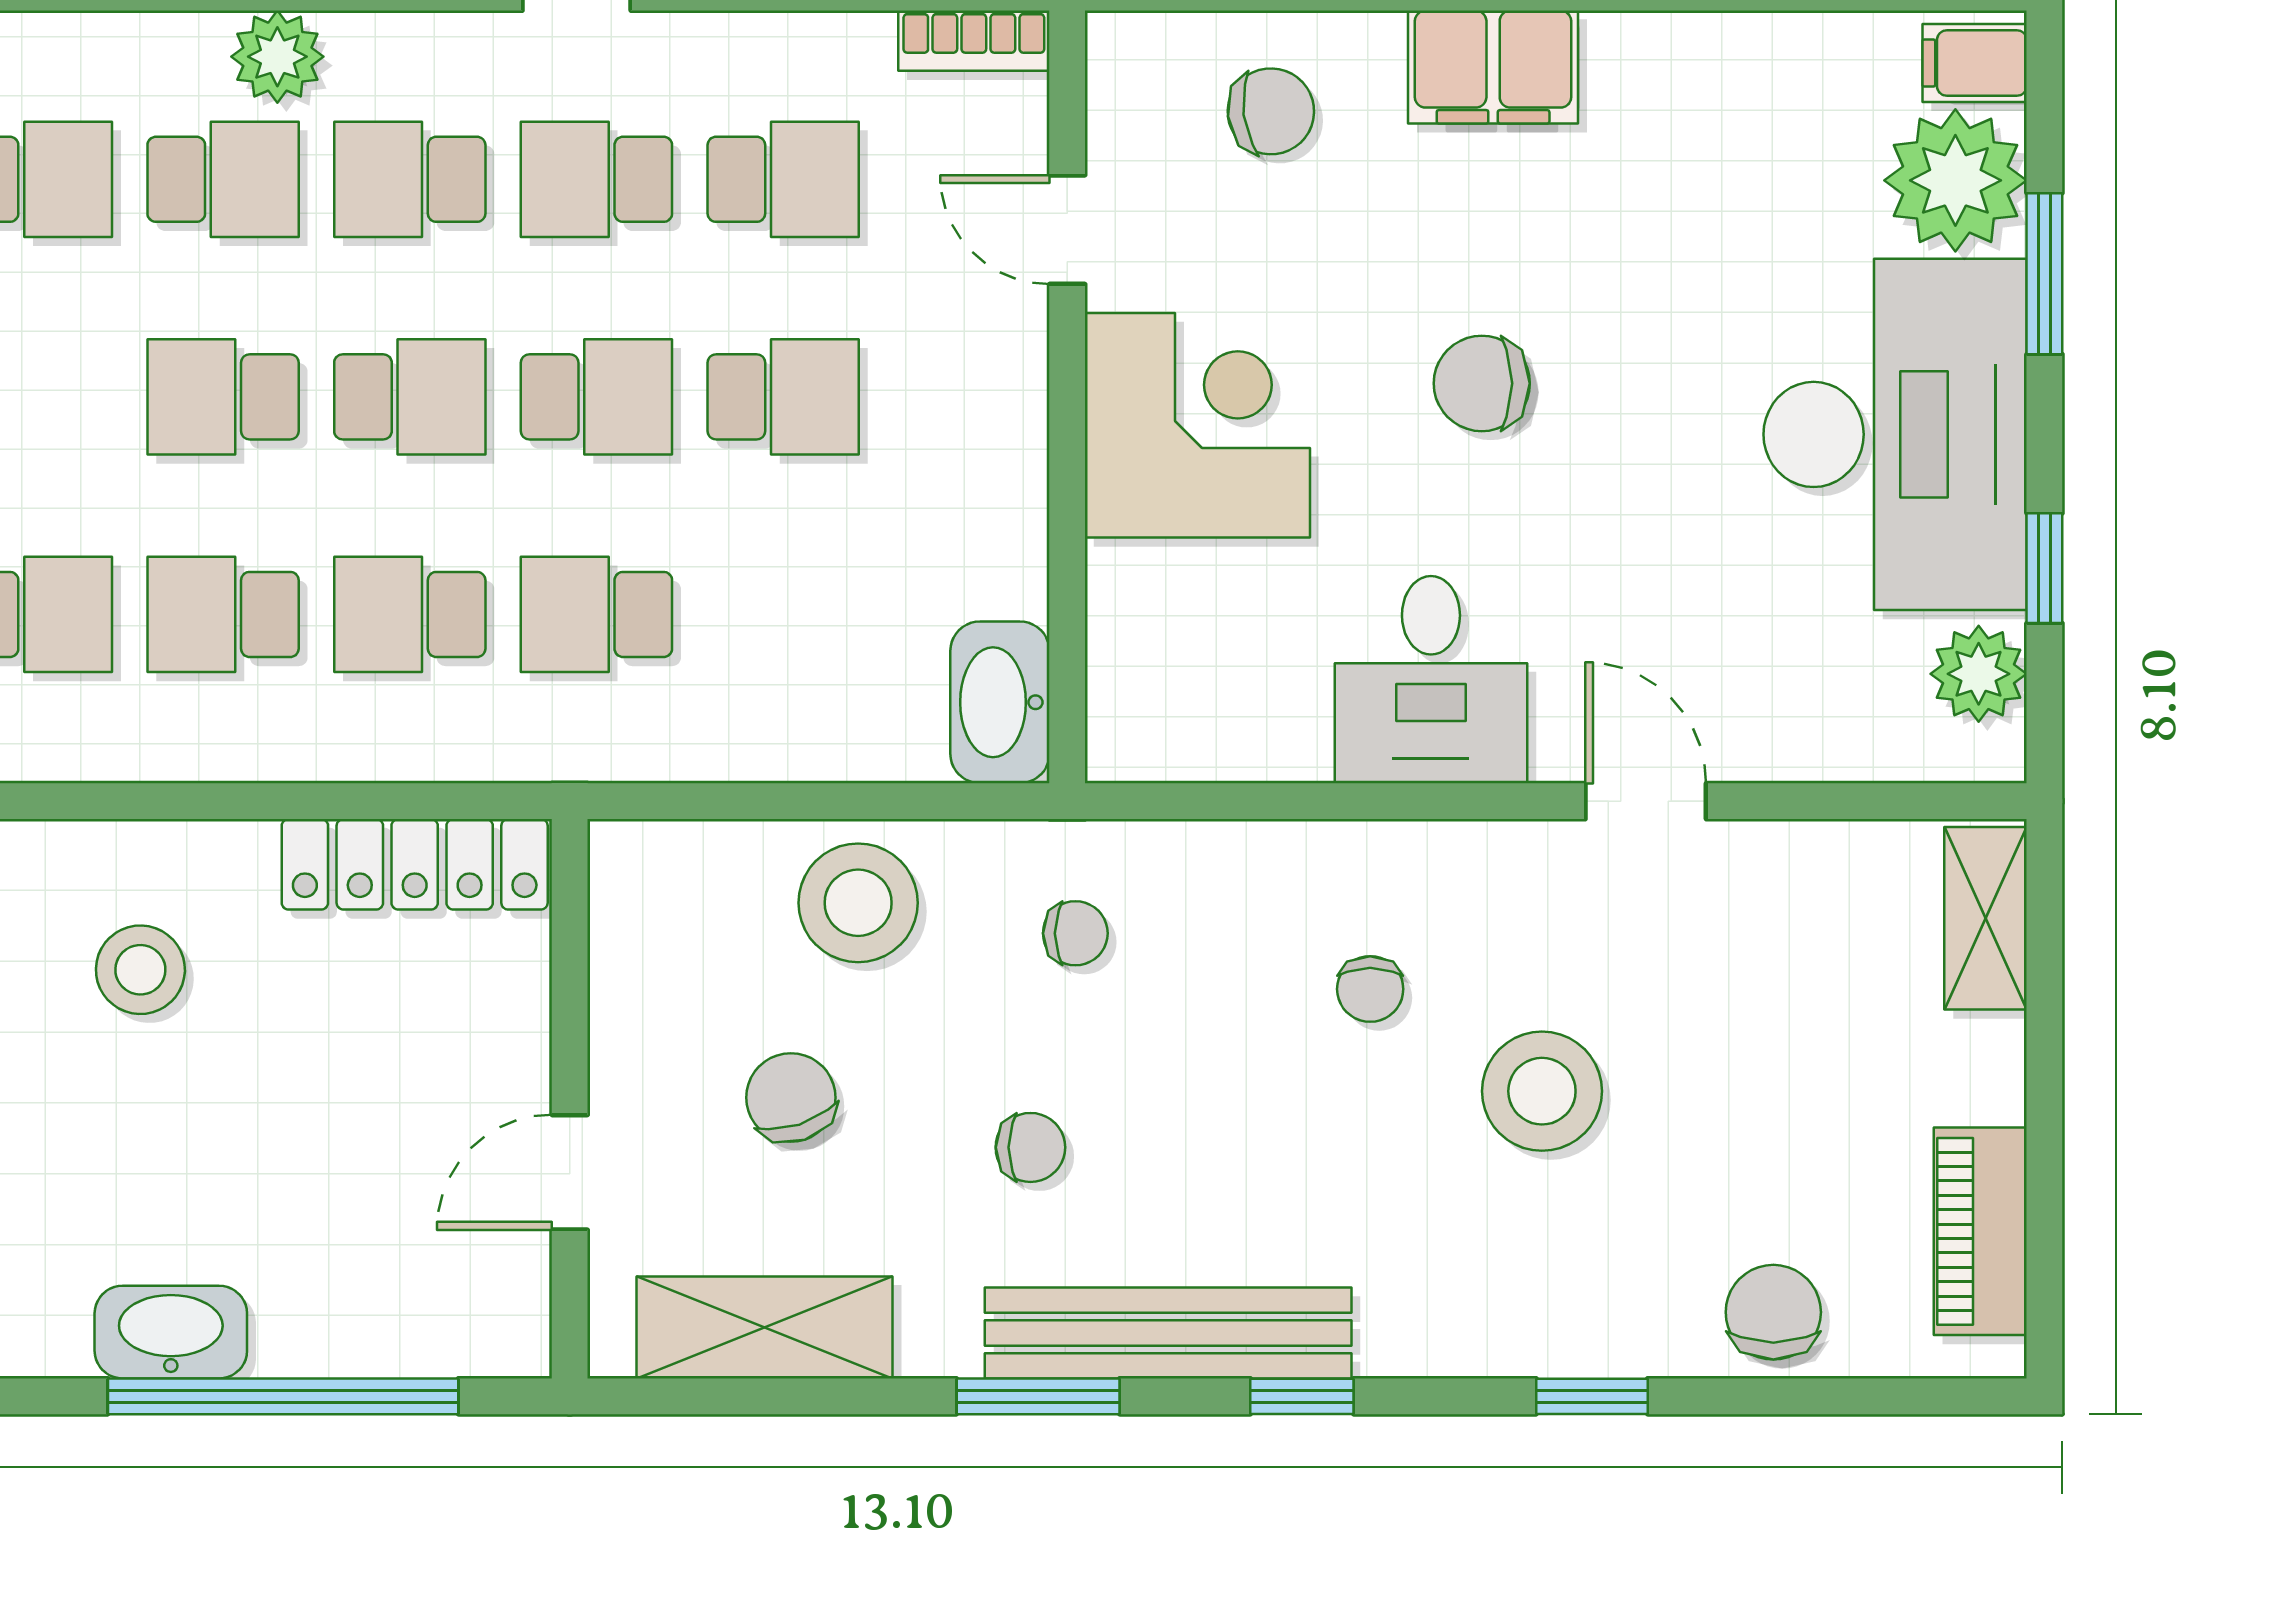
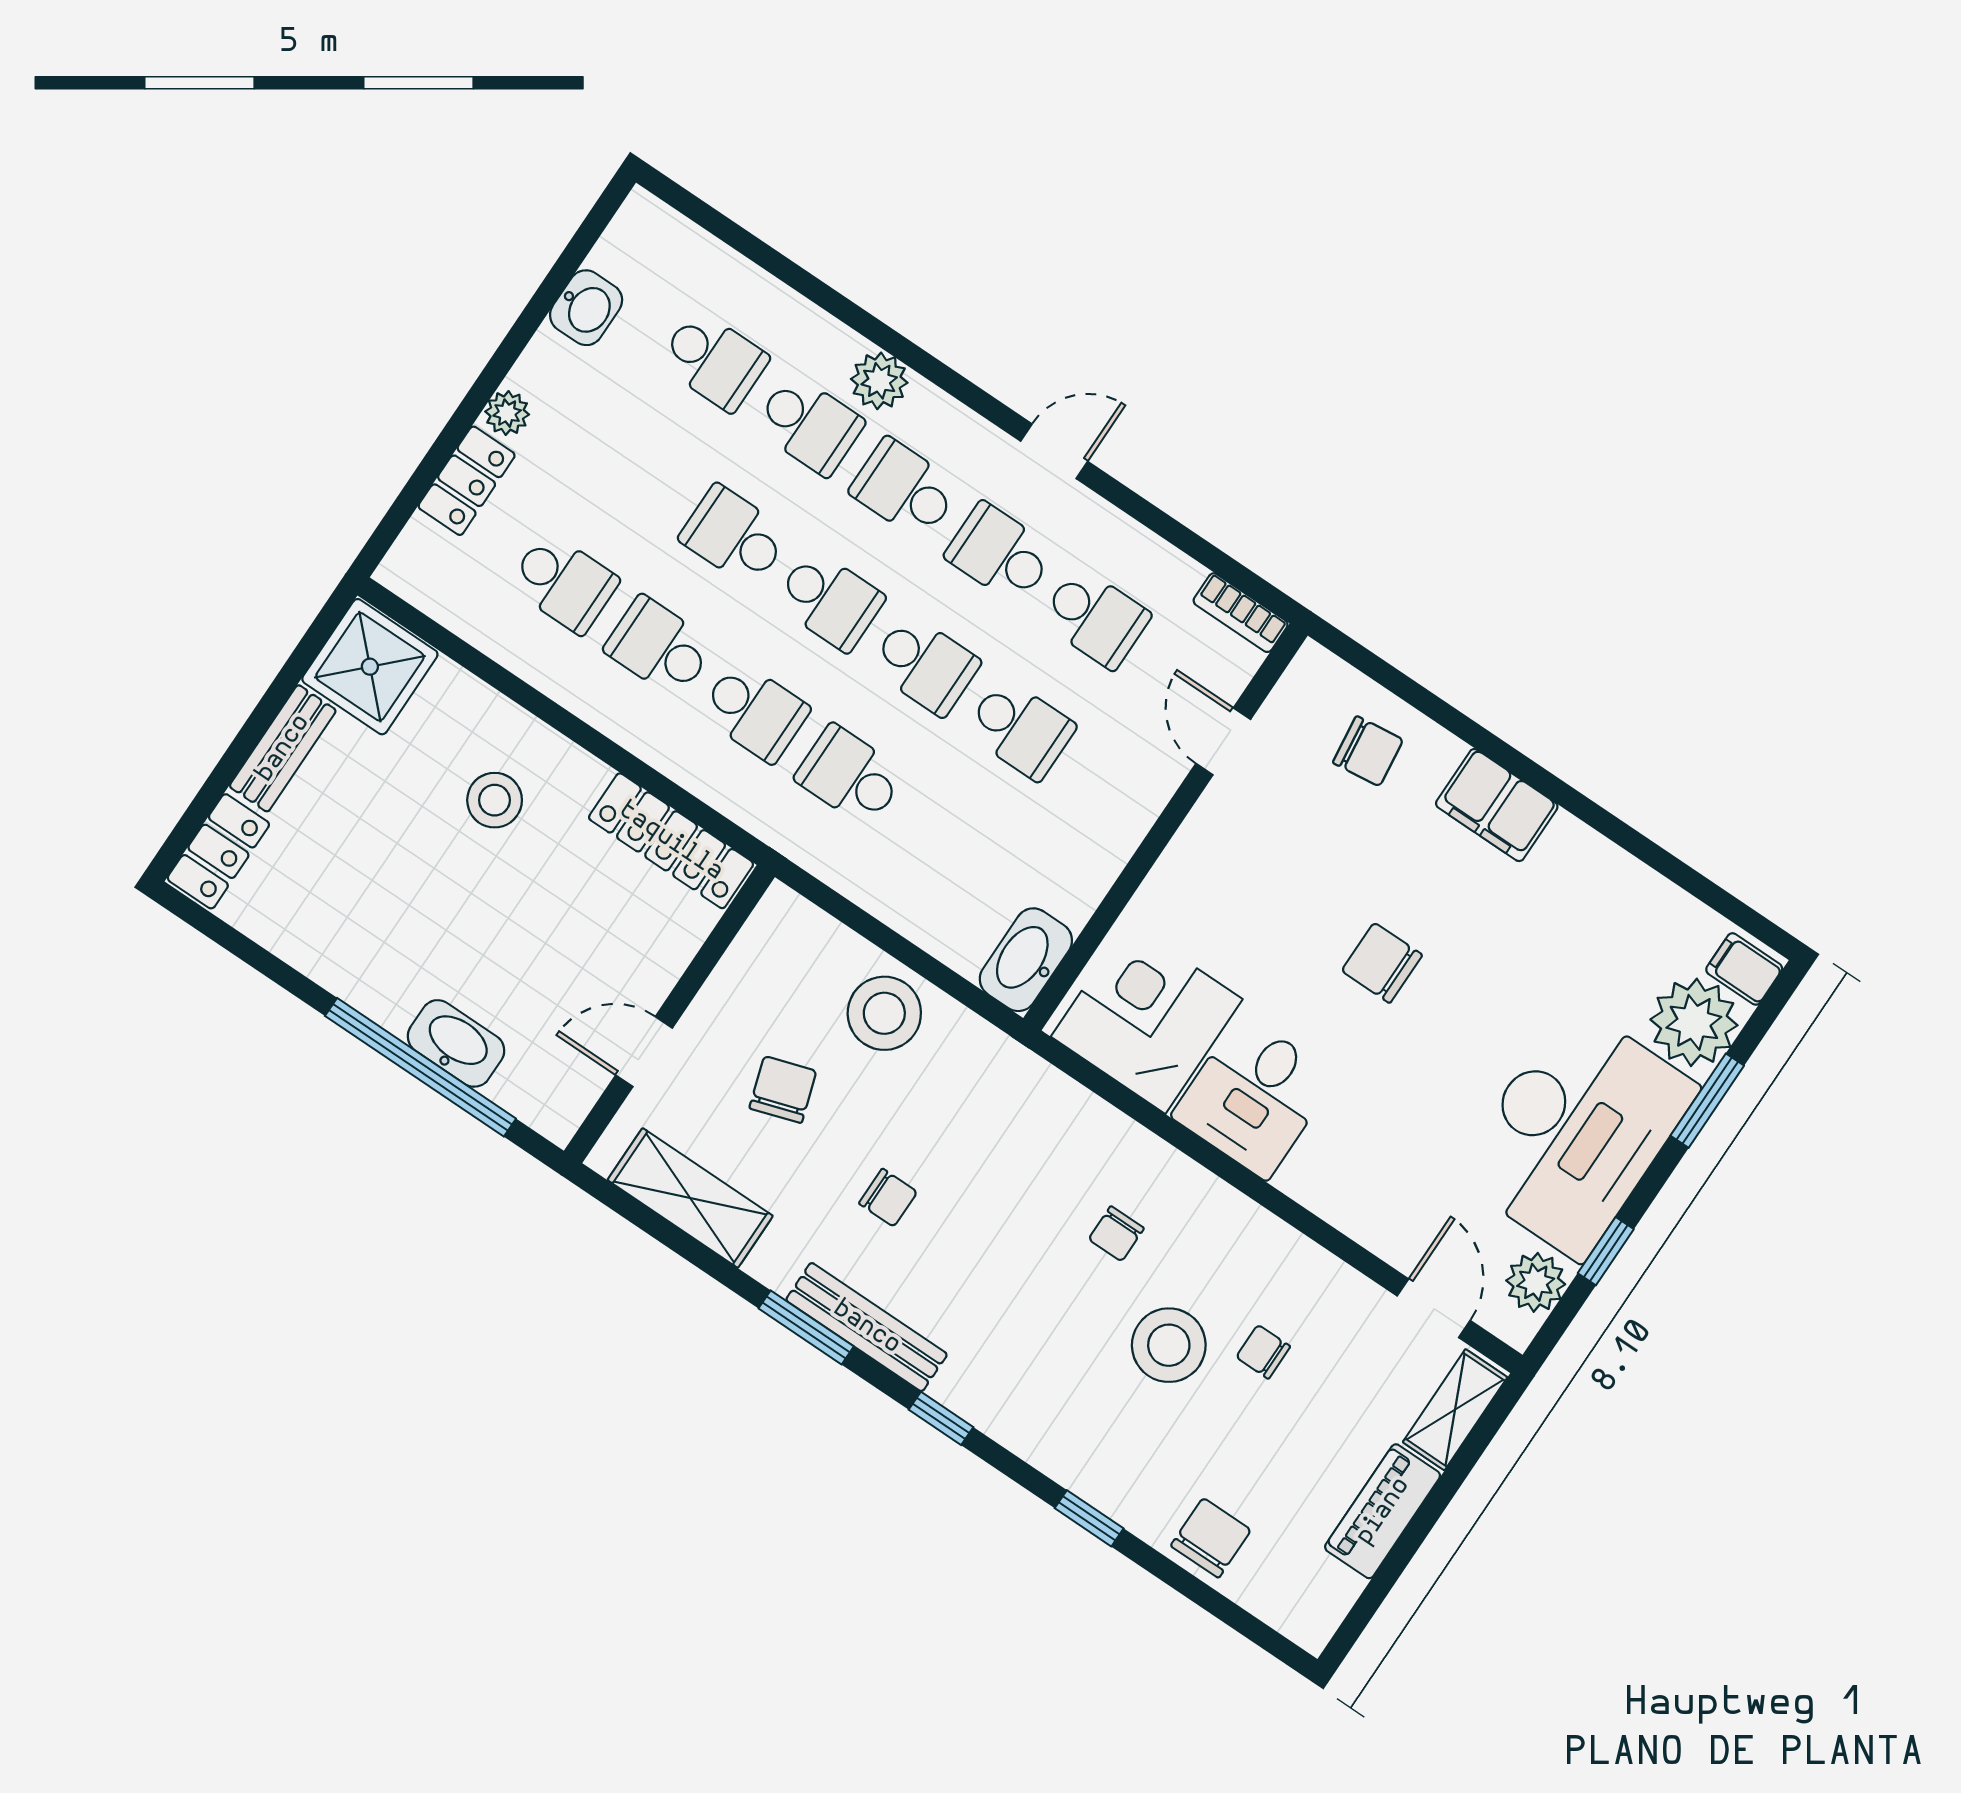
corner desk: (1197, 425) -> (1147, 1018), moved, turned -90
school desk: (410, 614) -> (755, 711), turned 180
door: (1646, 801) -> (1434, 1308), moved
chair: (1075, 933) -> (1263, 1352), moved, turned 180
piano: (1980, 1231) -> (1383, 1511), moved
washbasin: (171, 1332) -> (456, 1043), moved
bench: (1168, 1333) -> (867, 1327), width x0.73, depth x0.82

